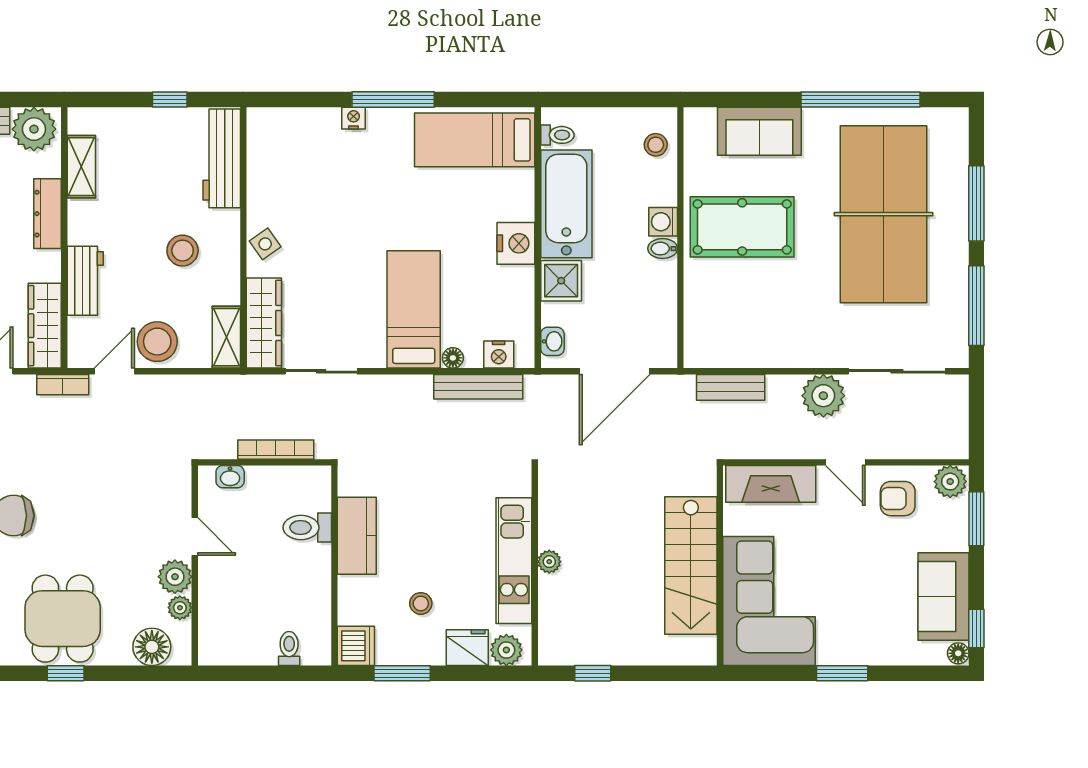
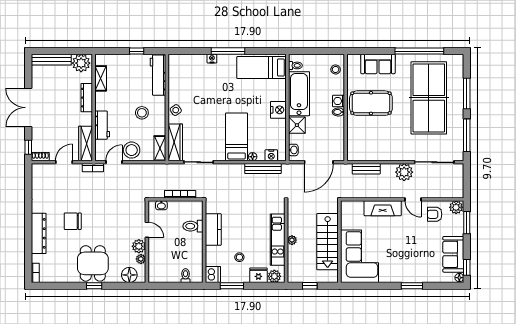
stairs: (691, 566) -> (328, 242), moved
wall: (720, 566) -> (339, 242), moved
corner sofa: (769, 601) -> (360, 256), moved

